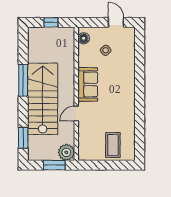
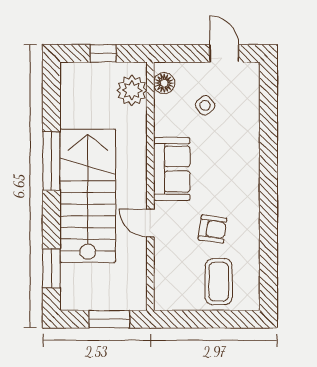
door: (76, 114) -> (150, 223), hinge flipped
armchair: (110, 117) -> (212, 229), added
plant: (66, 152) -> (132, 90), moved

